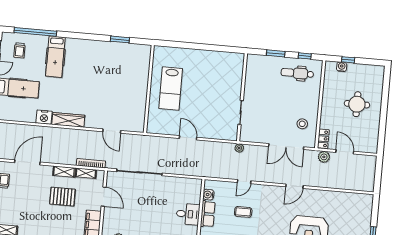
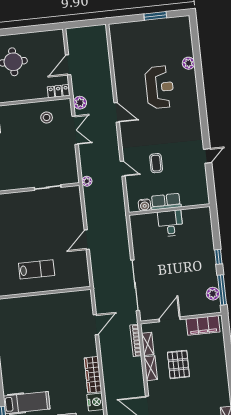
lab bench: (171, 89) -> (37, 269), width x0.73, depth x0.72
double door: (286, 147) -> (75, 130), width x0.73
plant: (324, 157) -> (80, 103), moved

